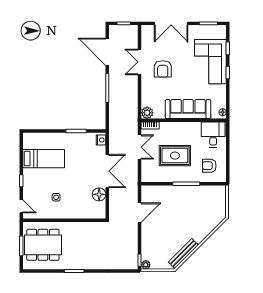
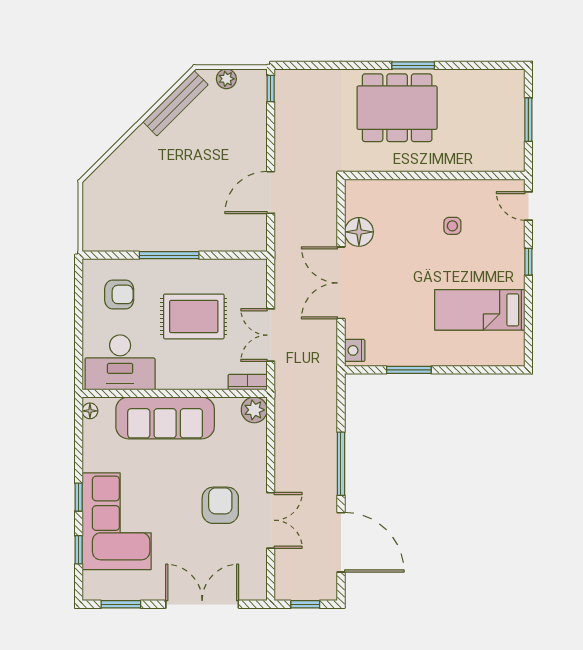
desk: (213, 134) -> (120, 362), width x1.37
dining table: (43, 245) -> (397, 108), moved
plant: (146, 265) -> (226, 79), moved

